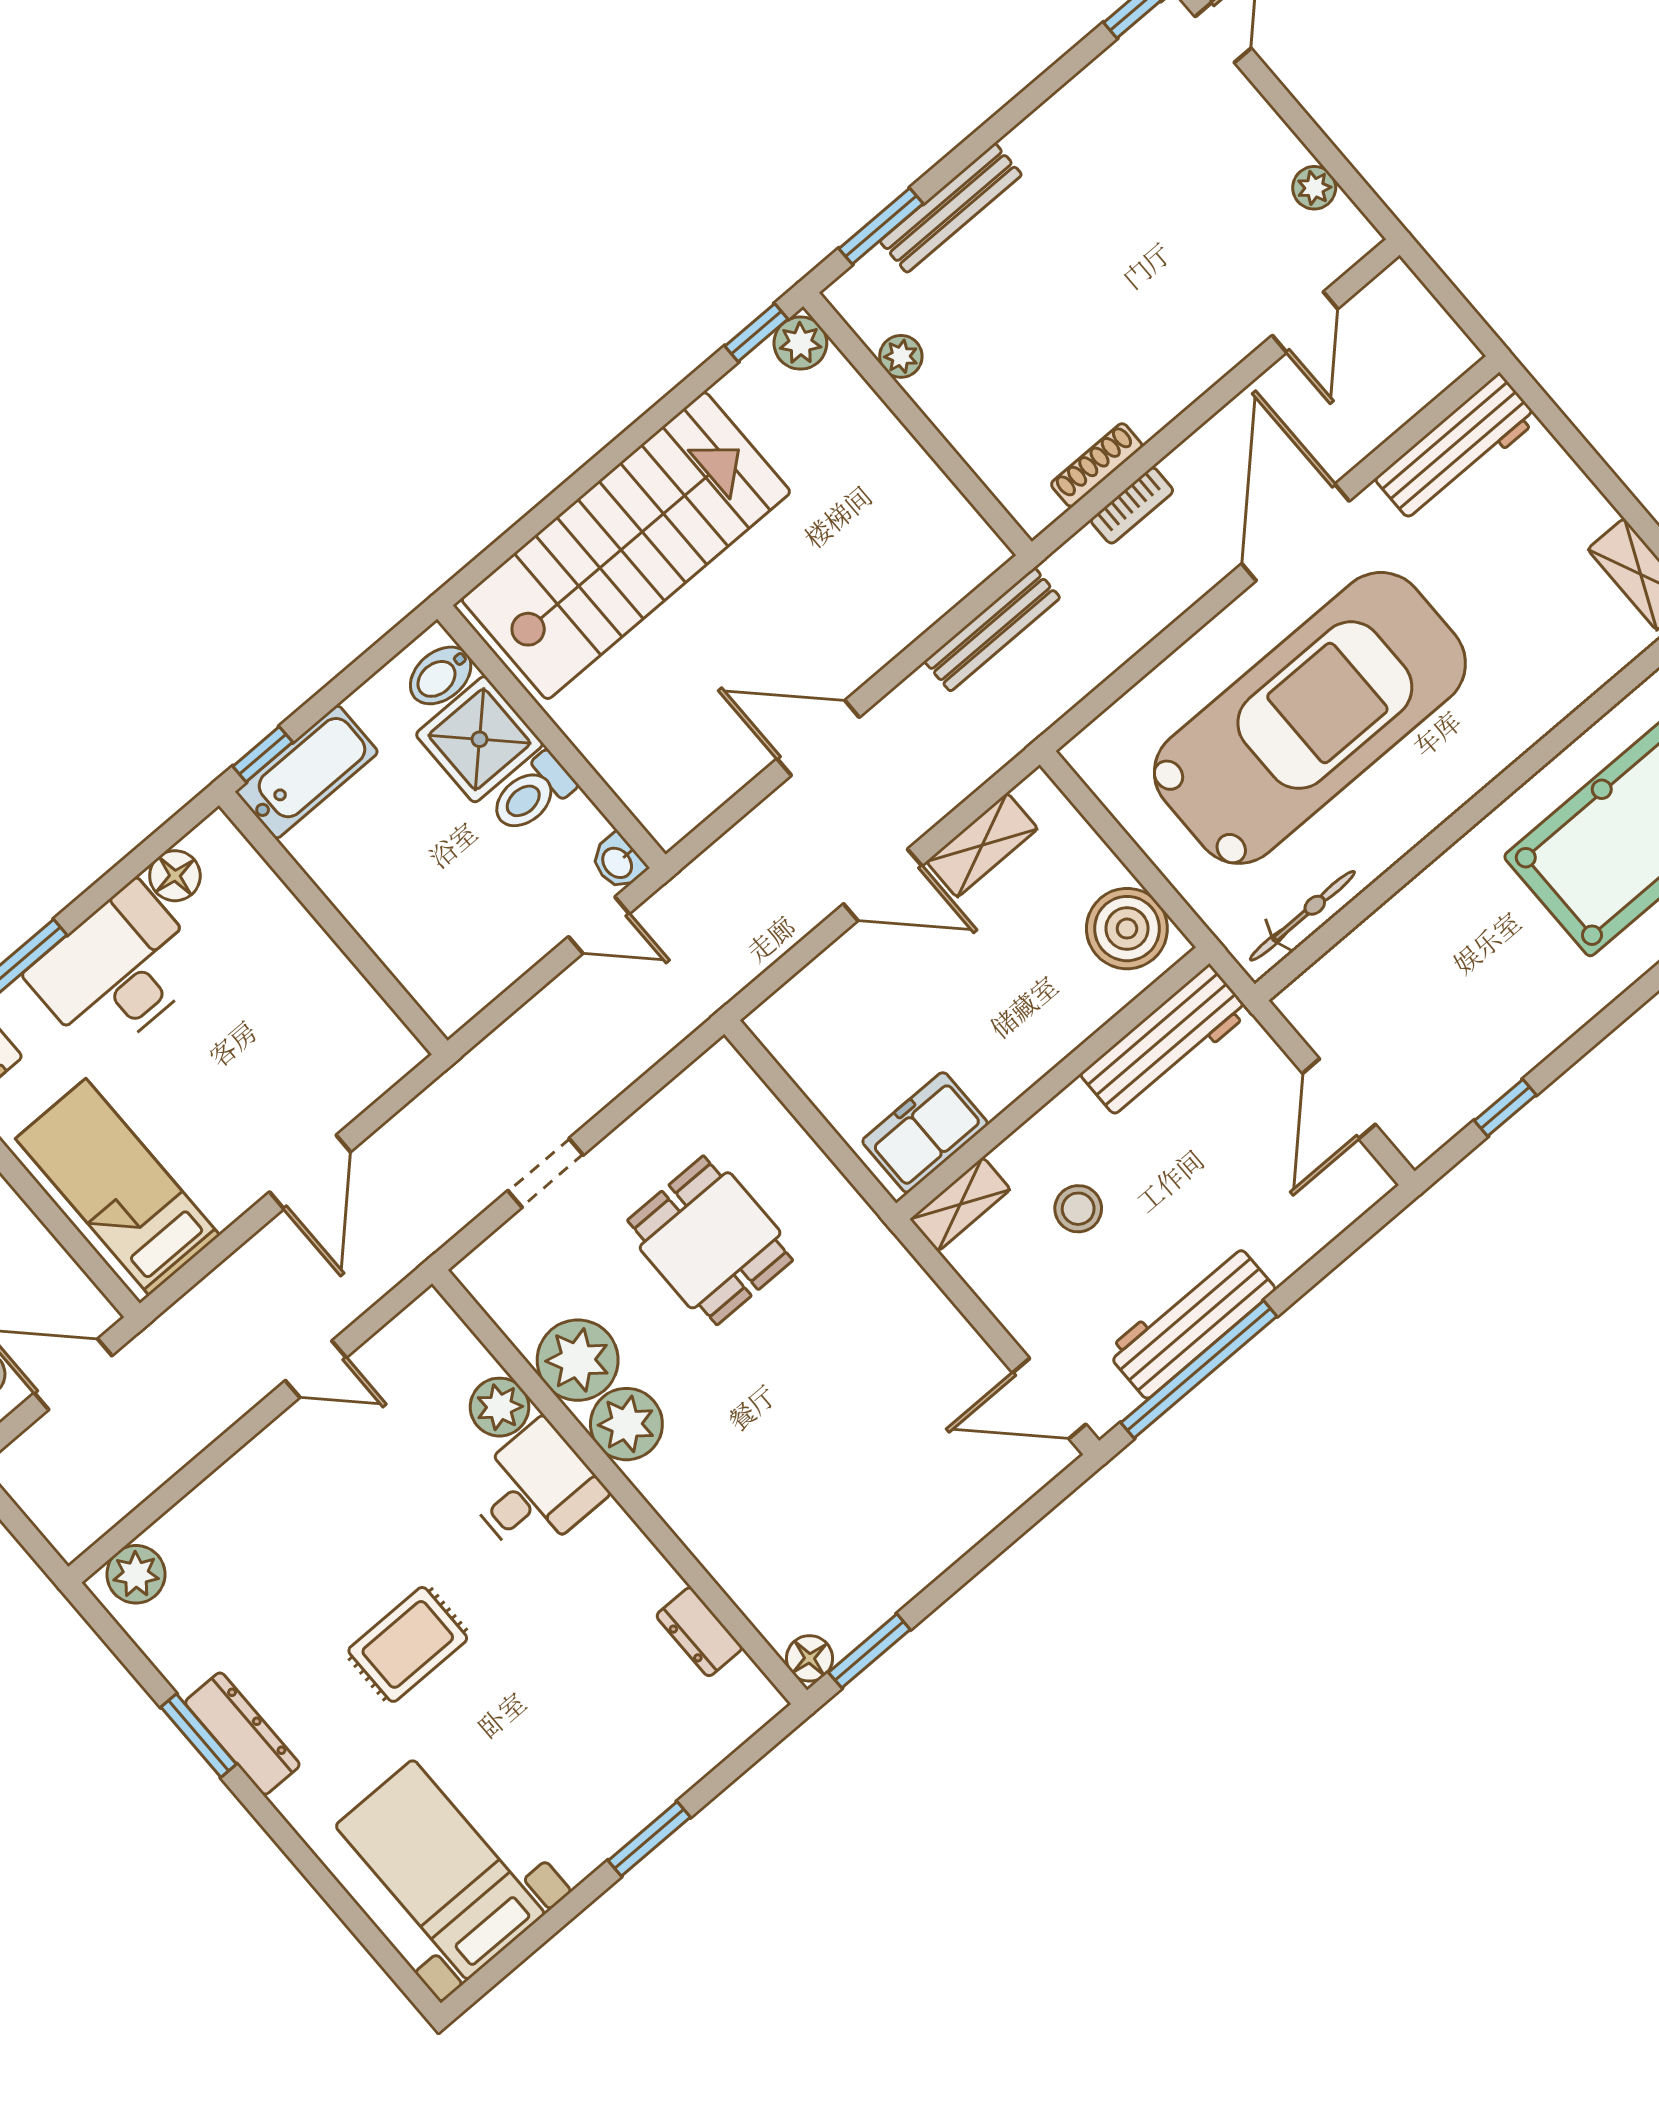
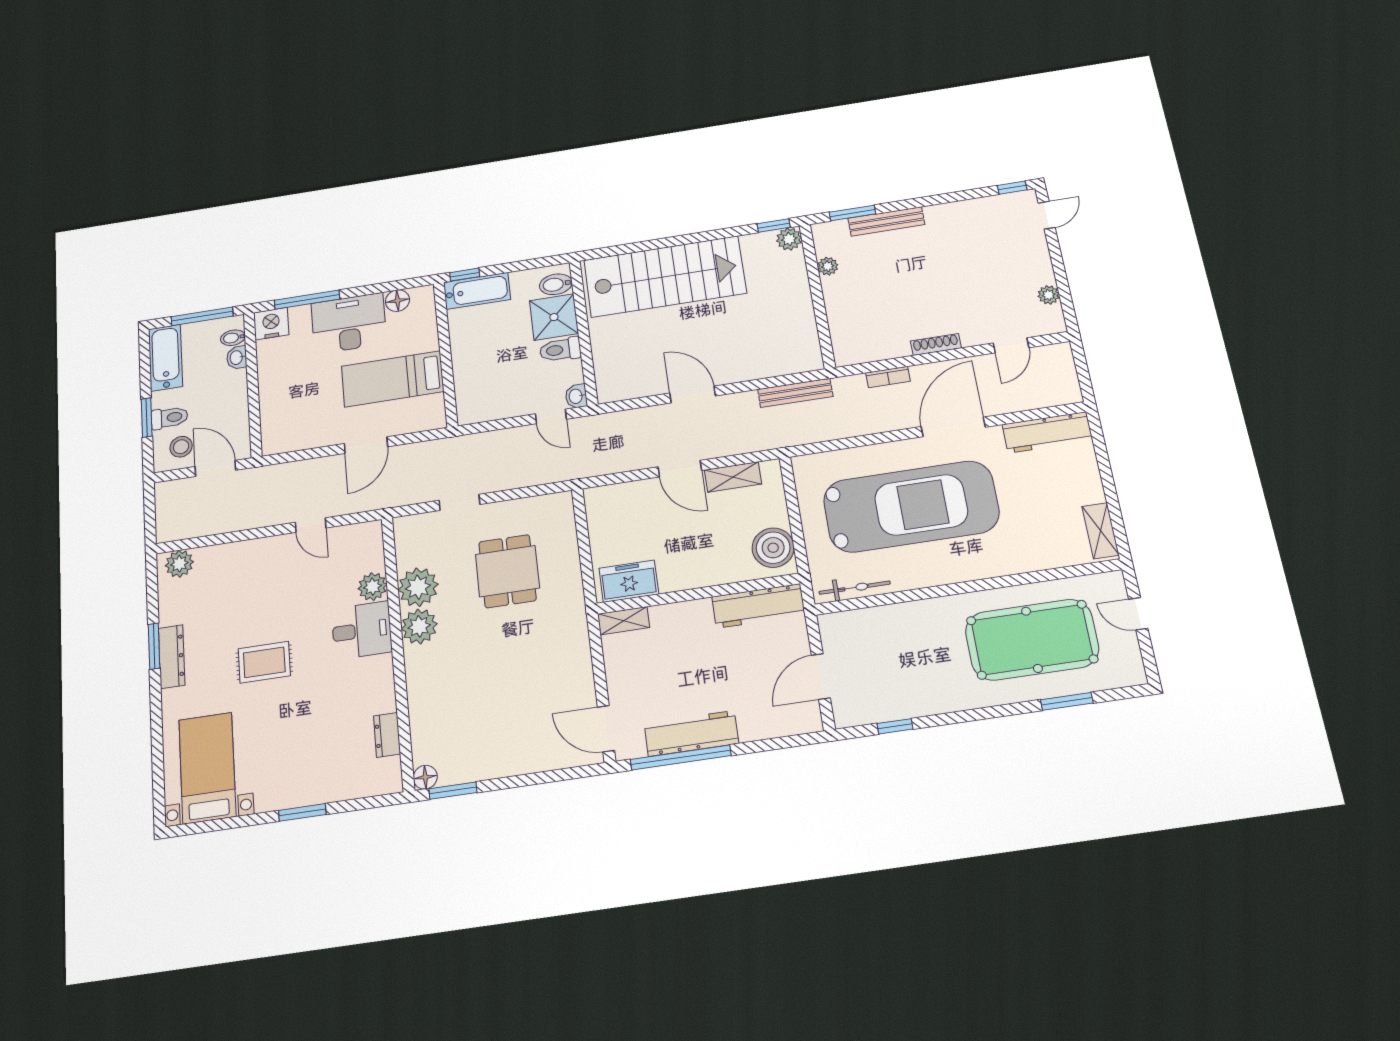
shoe rack: (1097, 465) -> (936, 345), moved
bed: (118, 1187) -> (393, 379), moved, turned -90
stool: (1078, 1209) -> (673, 654), removed

